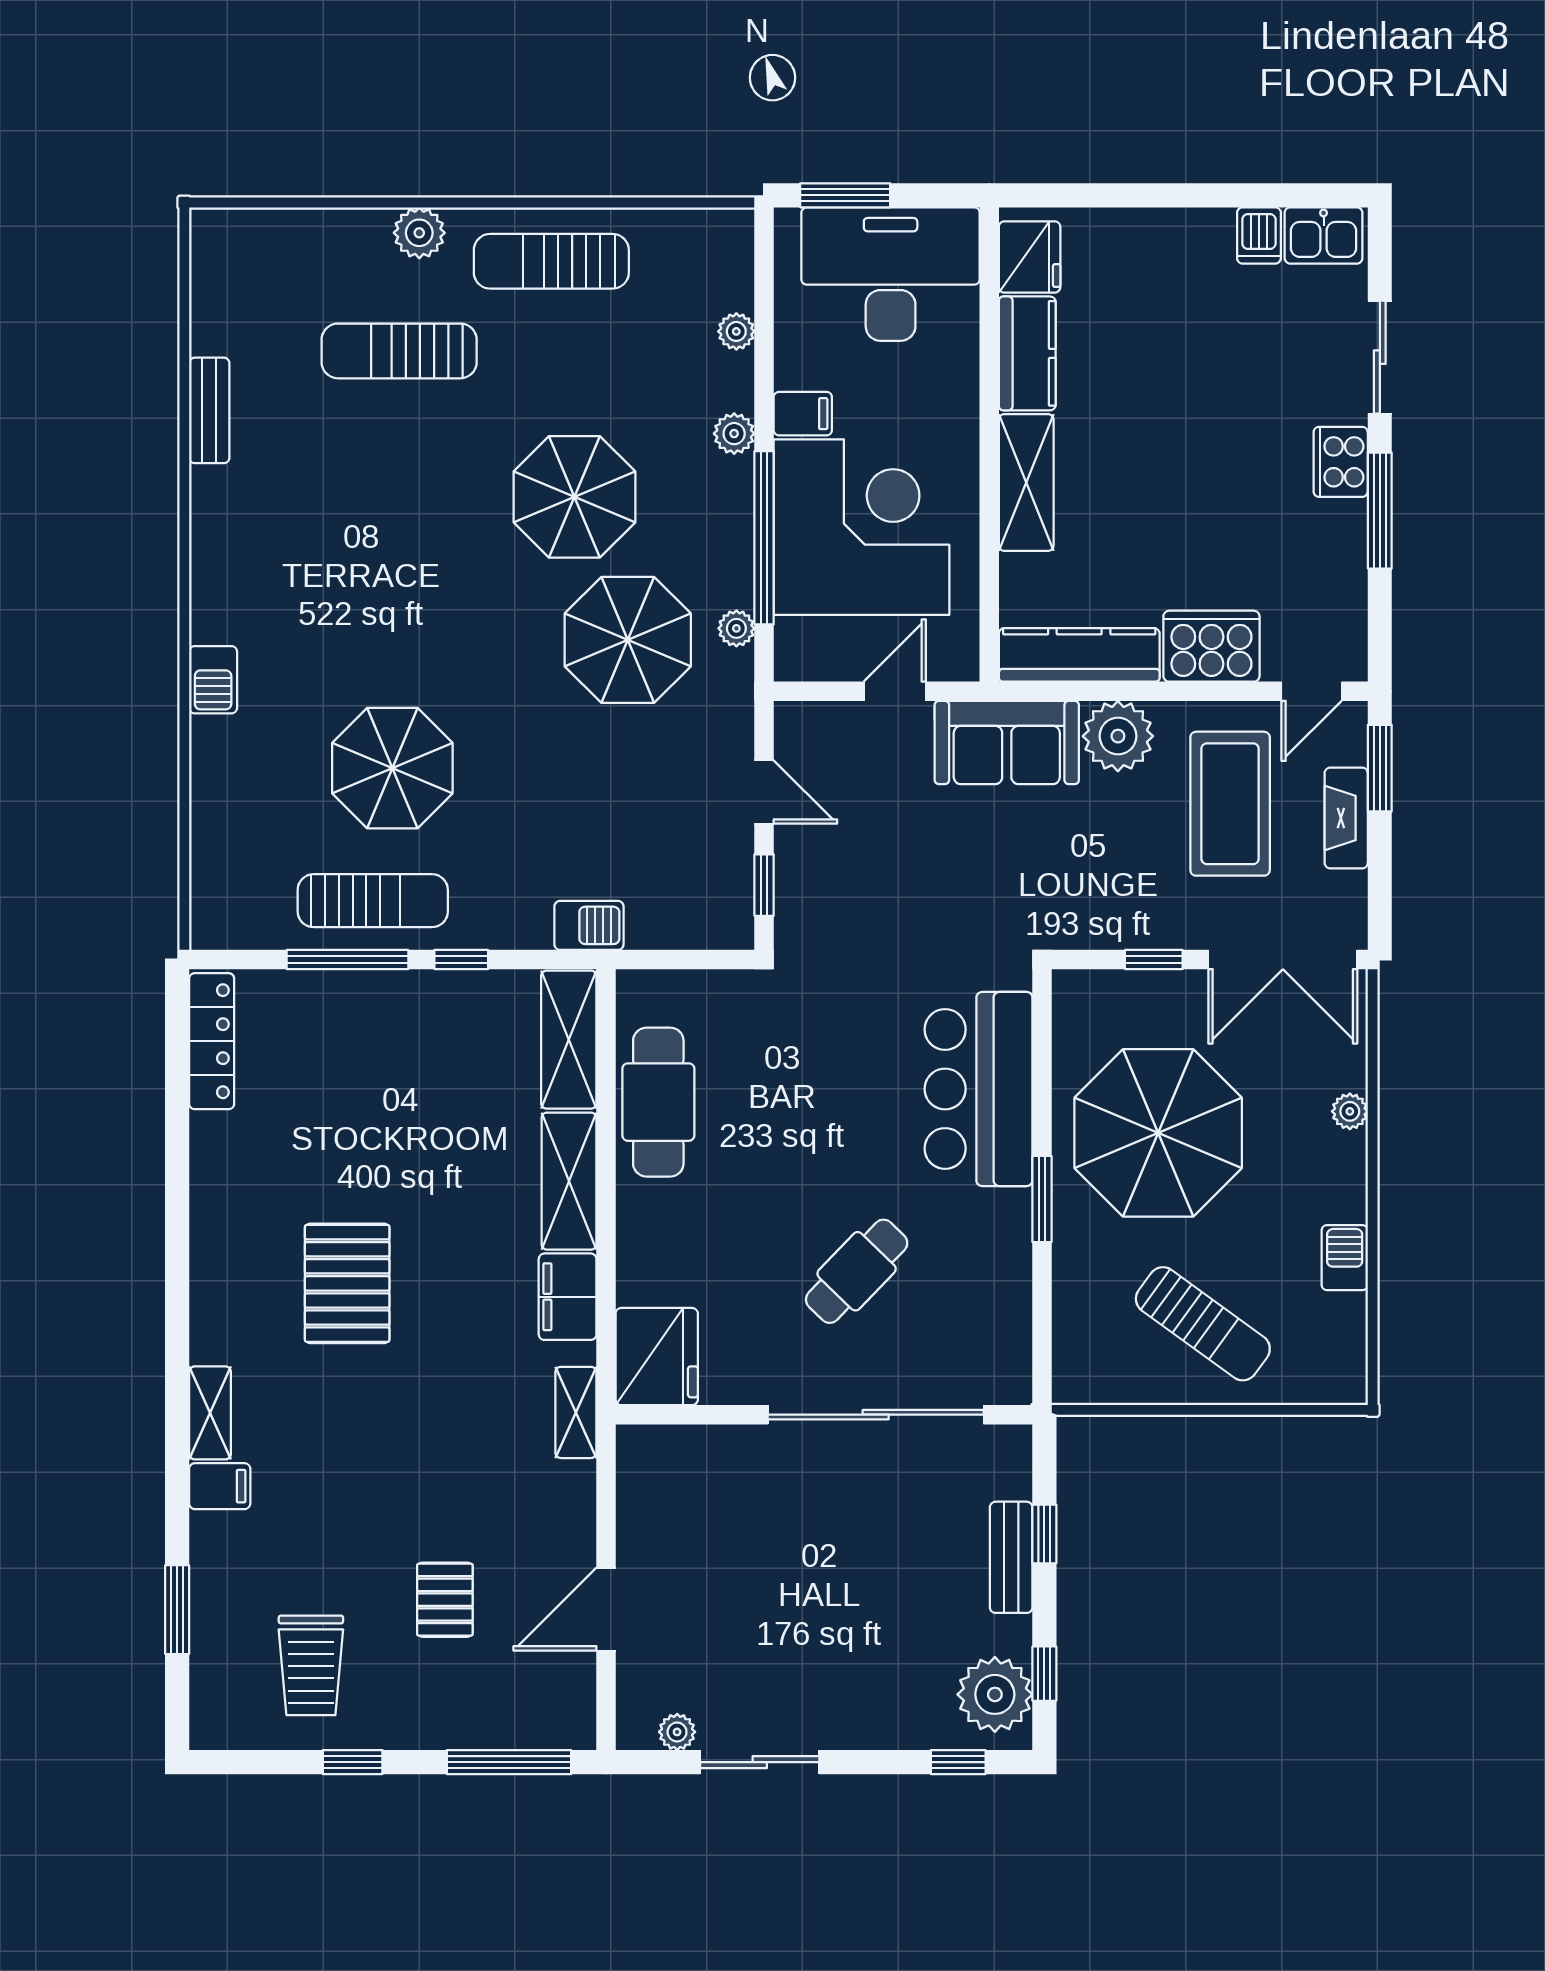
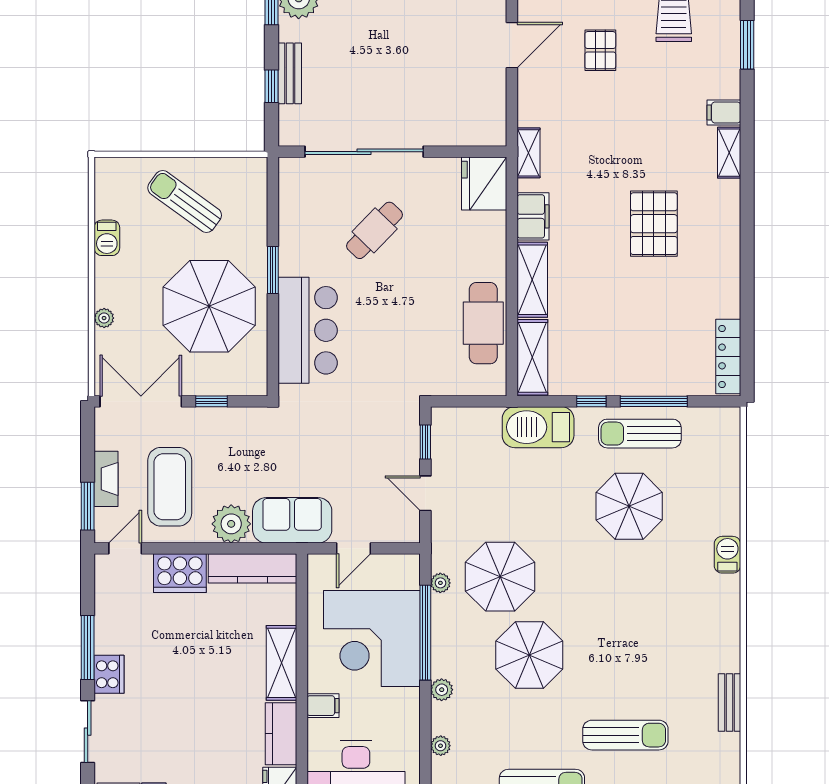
filing cabinet: (803, 414) -> (323, 706), moved, turned 180
barbecue: (589, 925) -> (538, 427), width x1.88, depth x1.53

